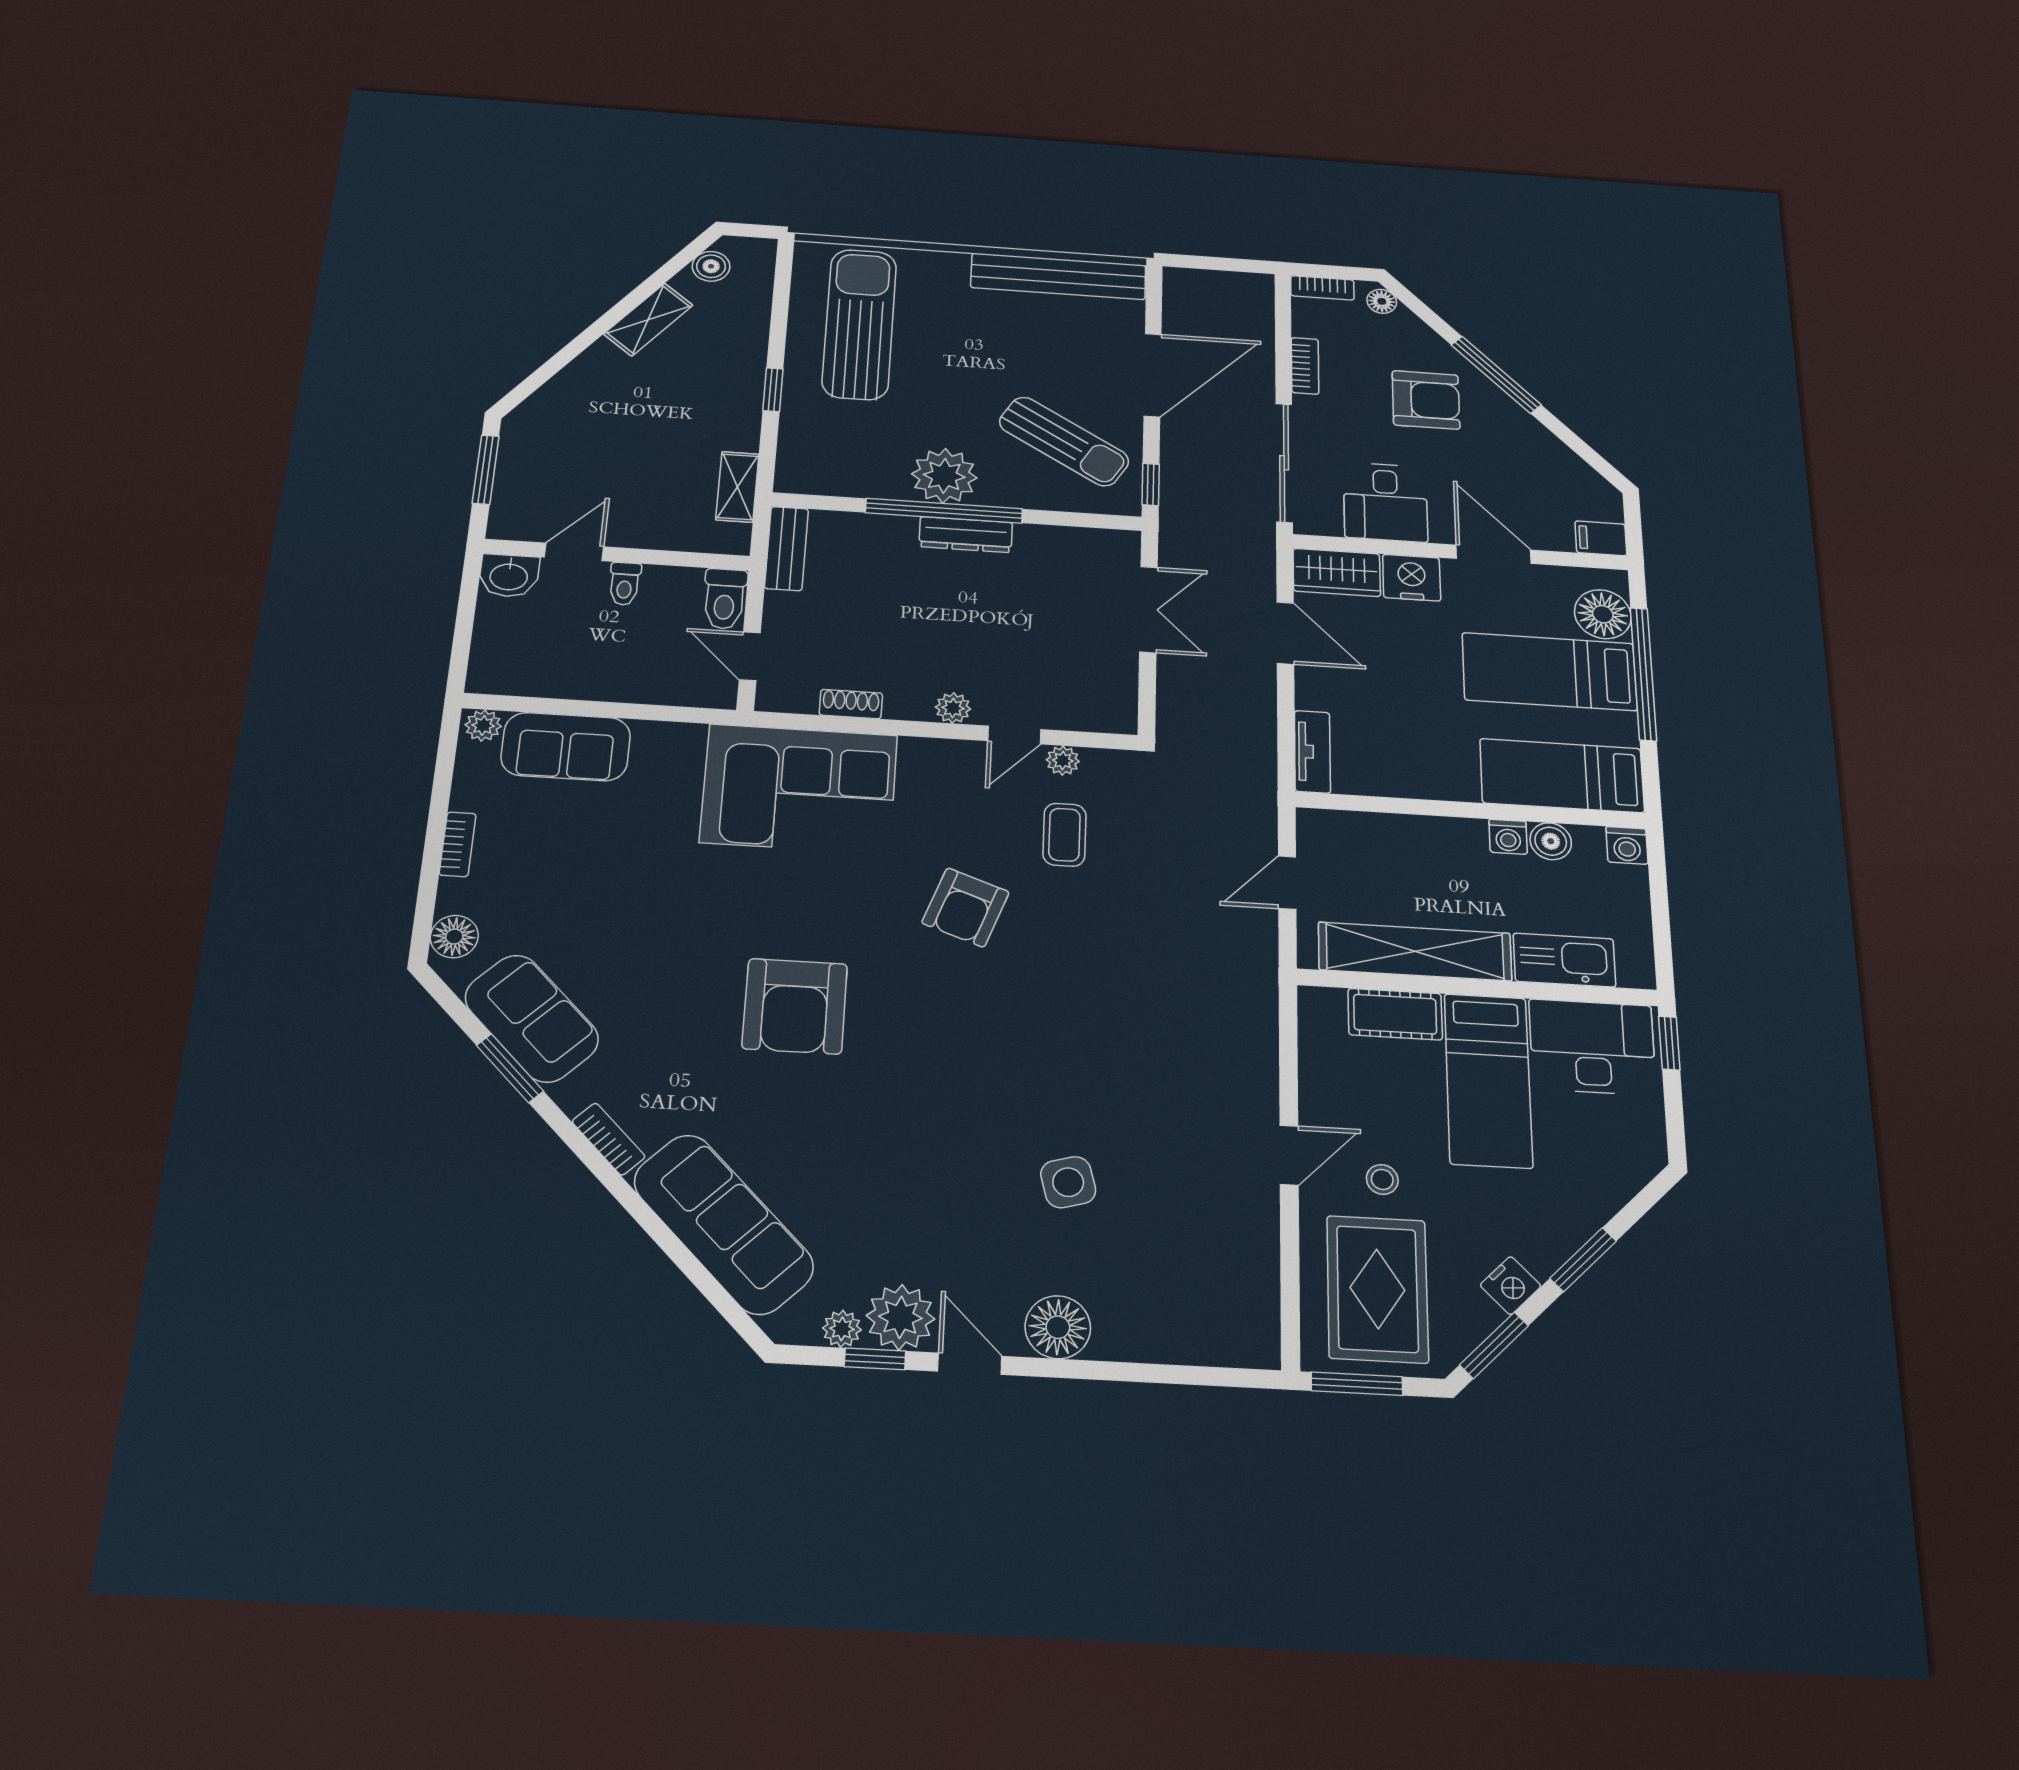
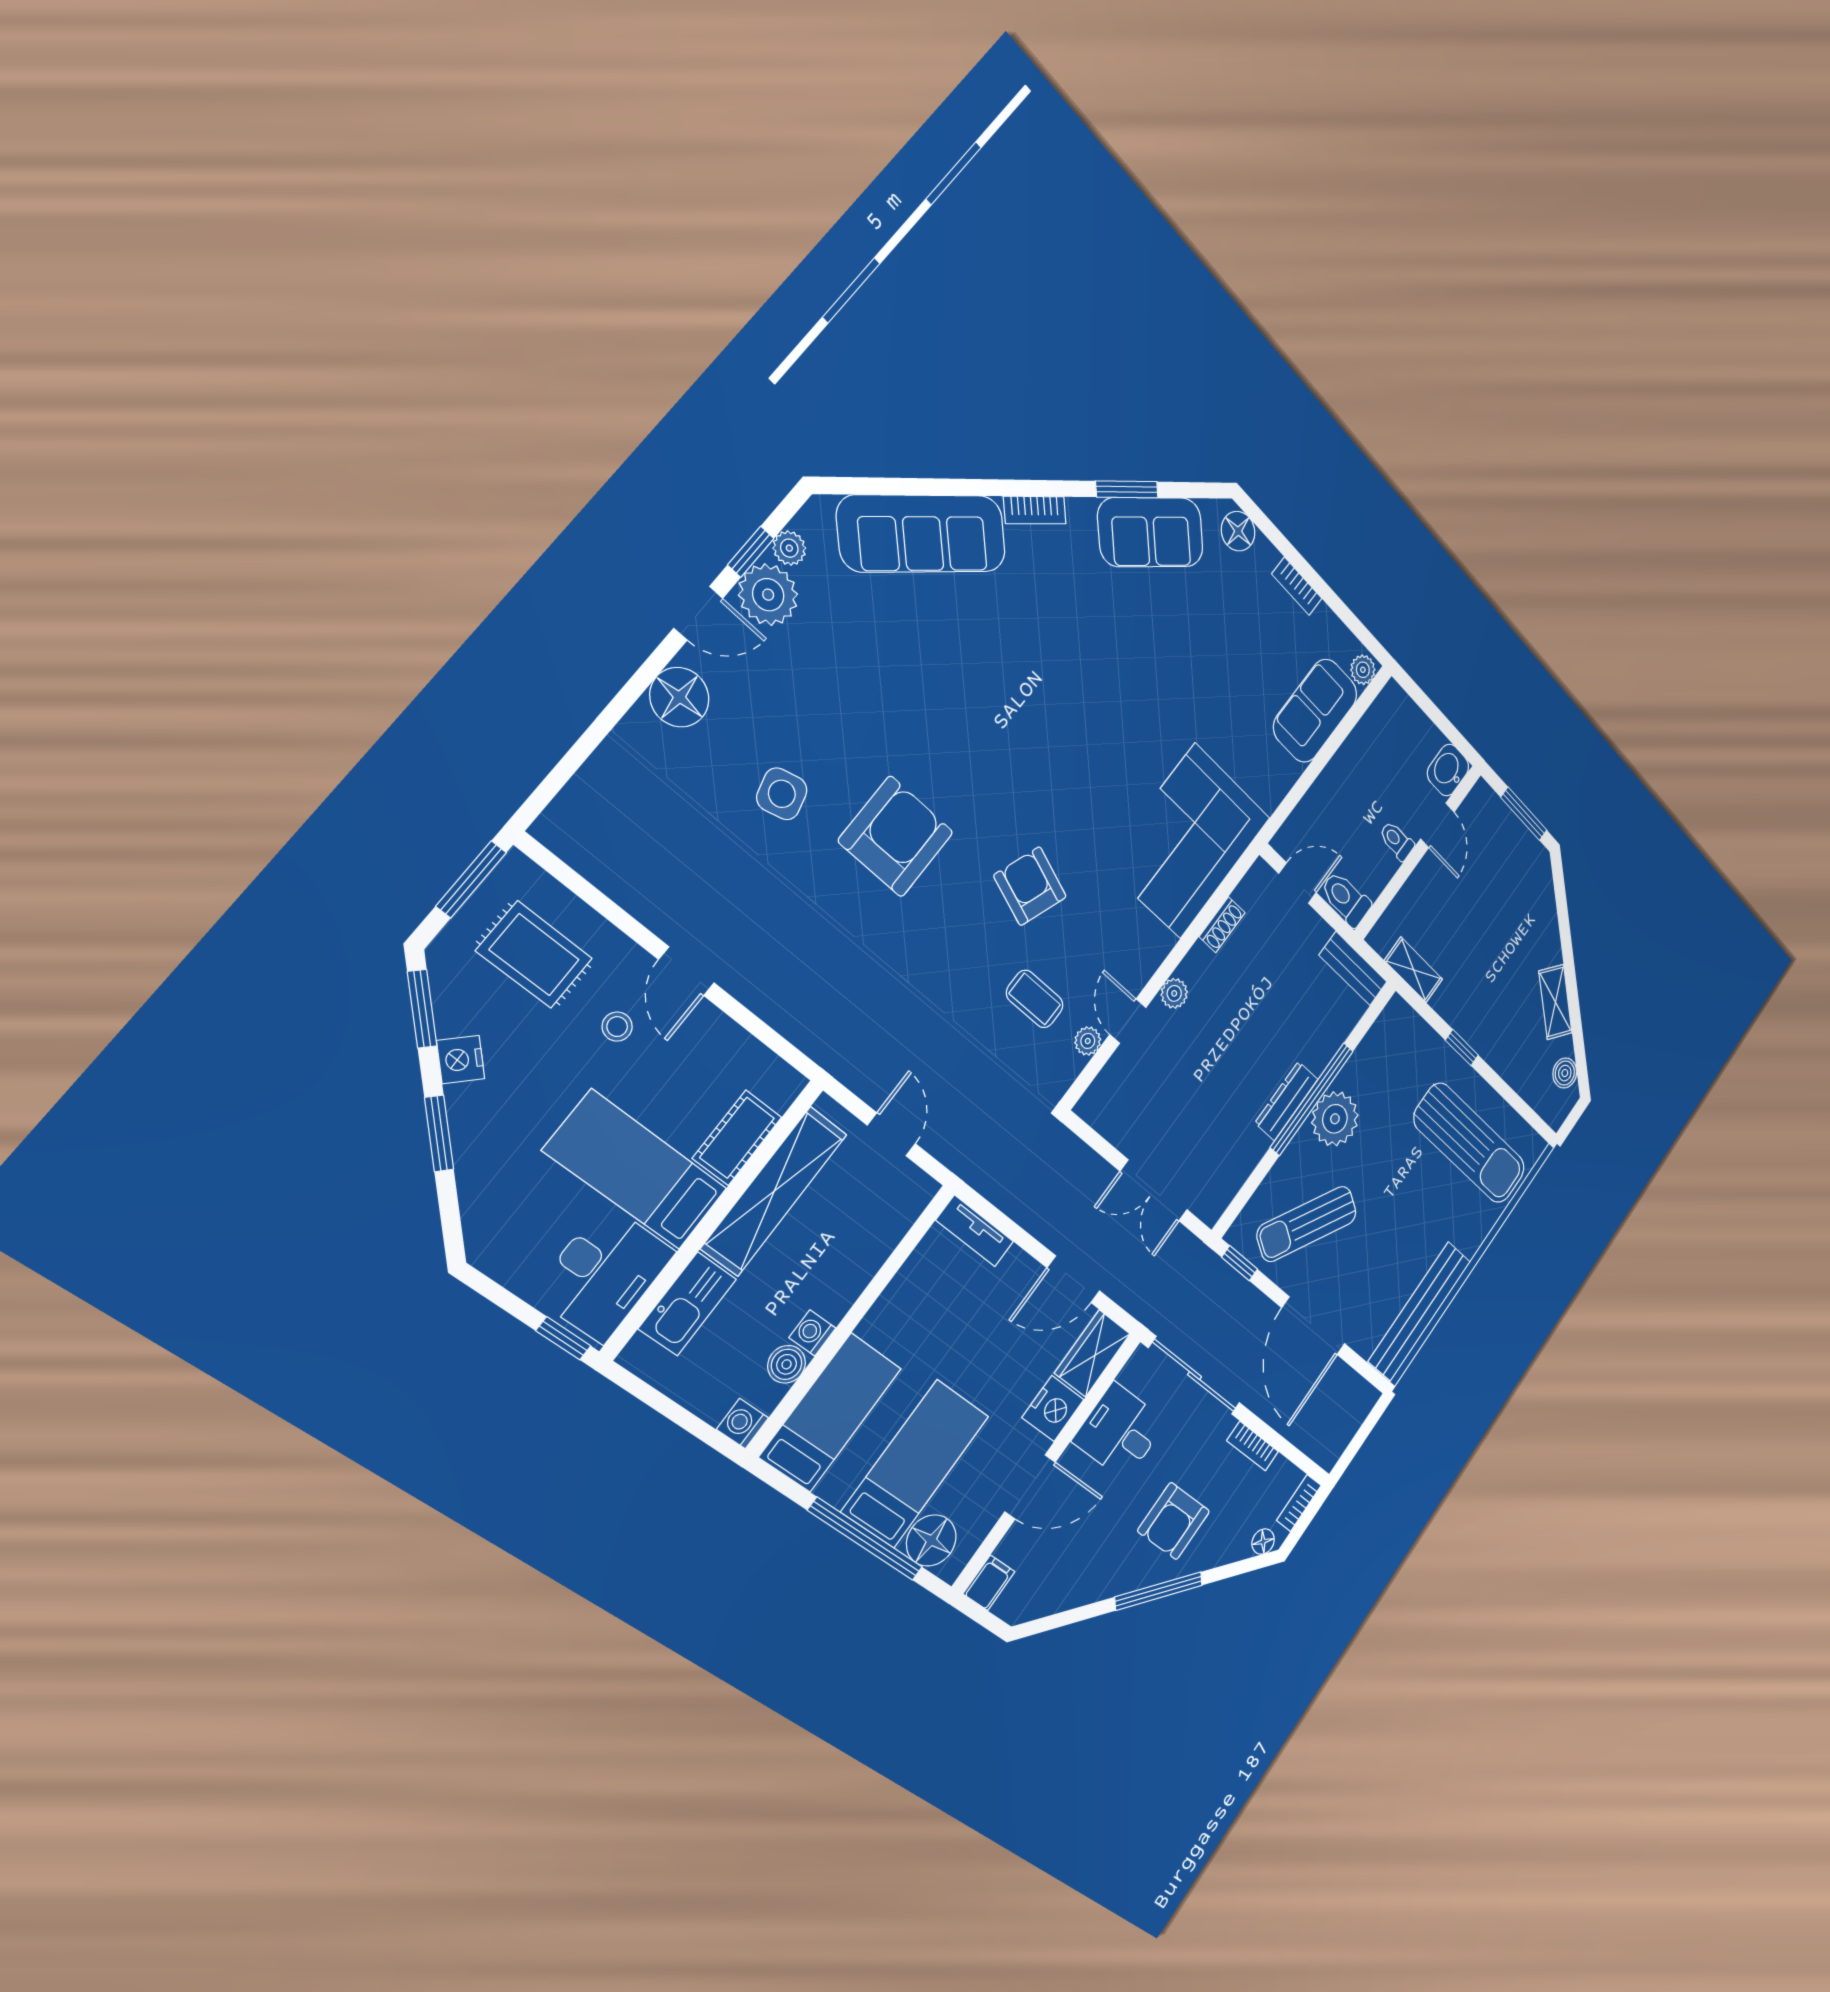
armchair: (795, 1006) -> (896, 837), moved, turned 90
rug: (1377, 1289) -> (534, 955), width x0.73, depth x0.70

